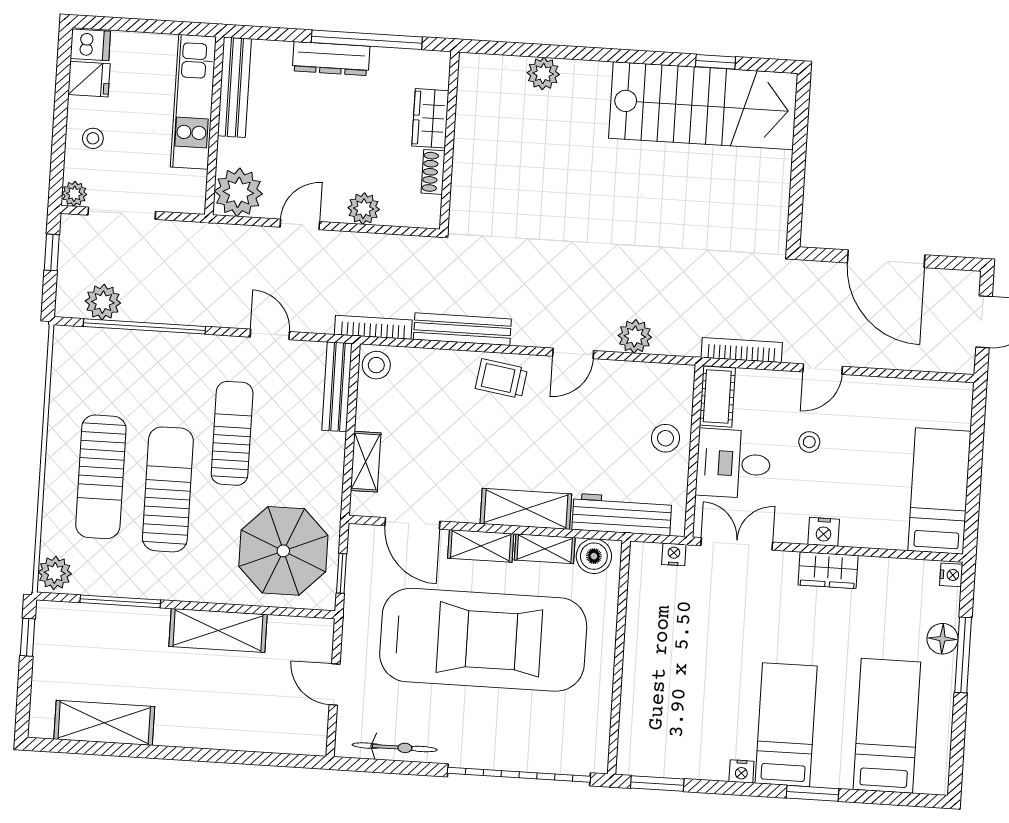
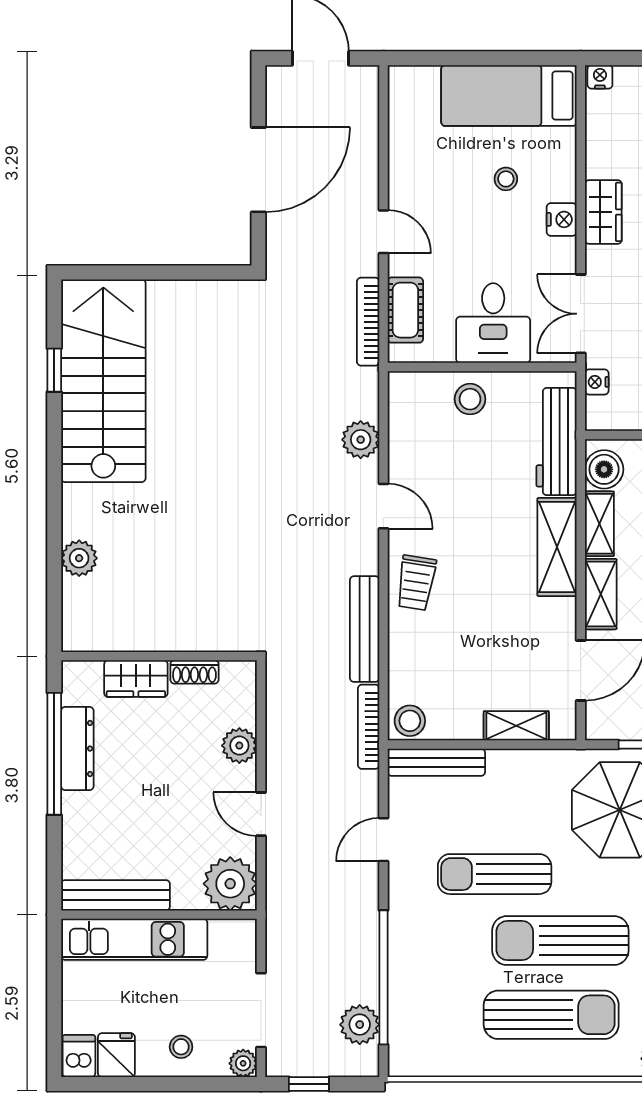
dresser: (331, 59) -> (77, 749), moved
cot: (717, 397) -> (405, 310), moved, turned 90
stool: (809, 442) -> (506, 179), moved

